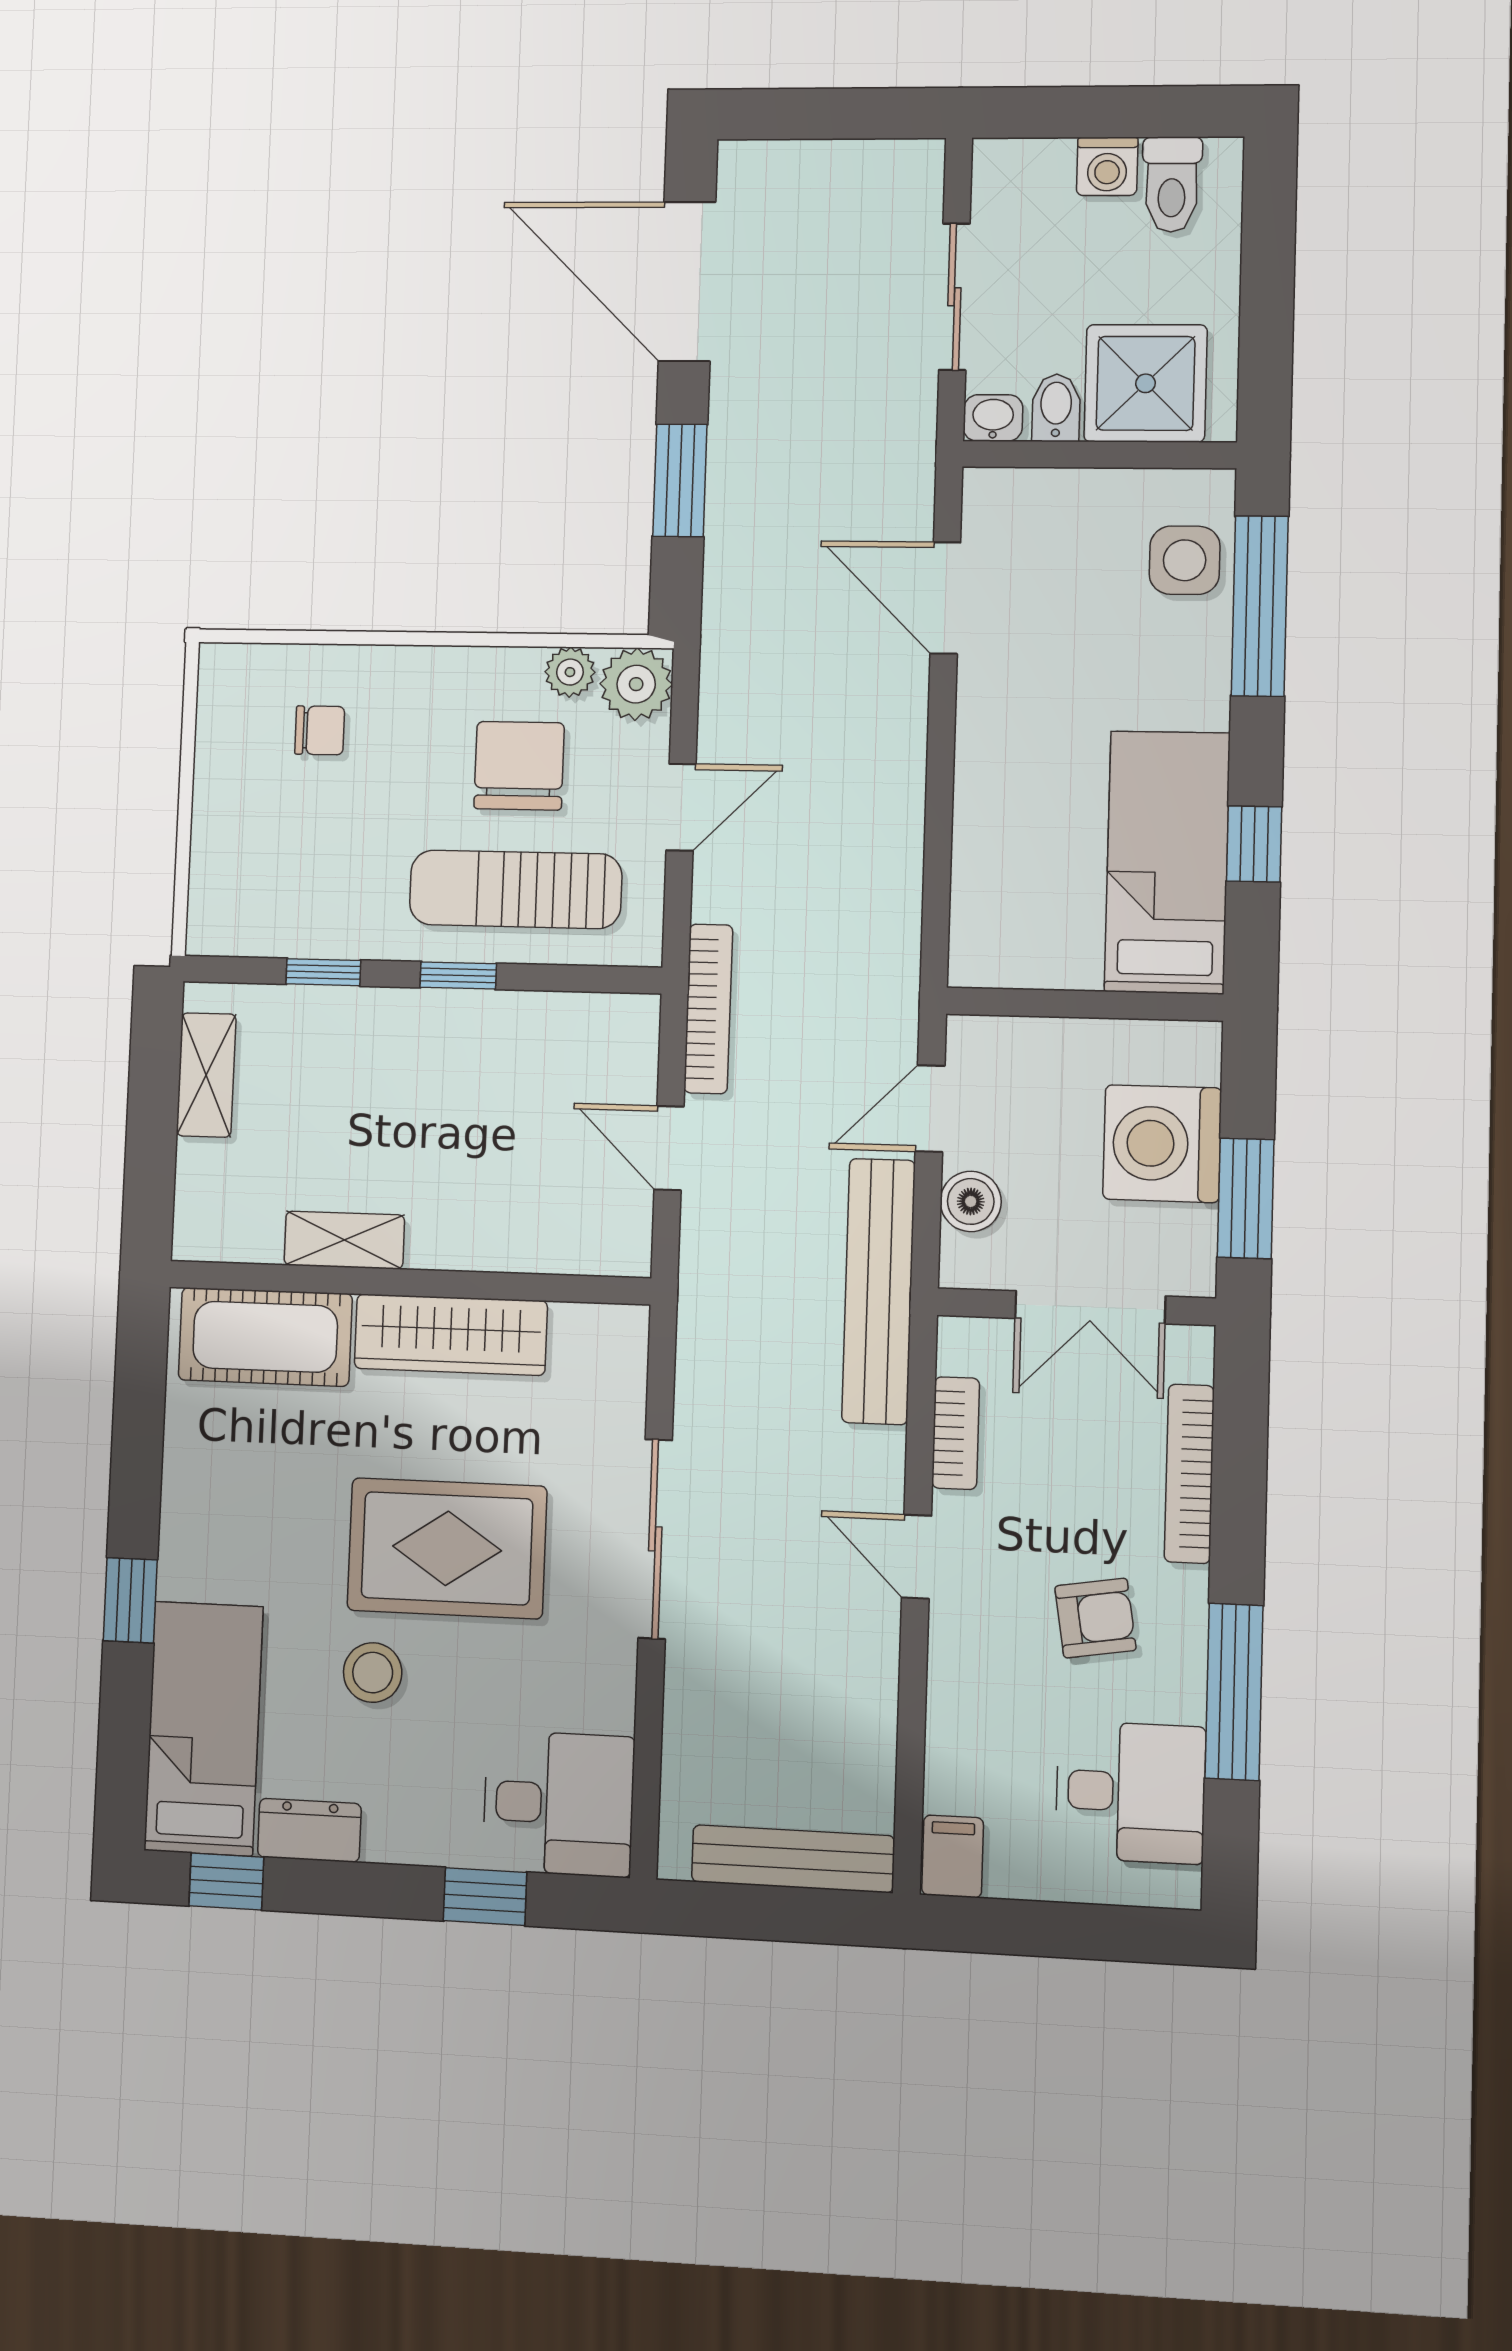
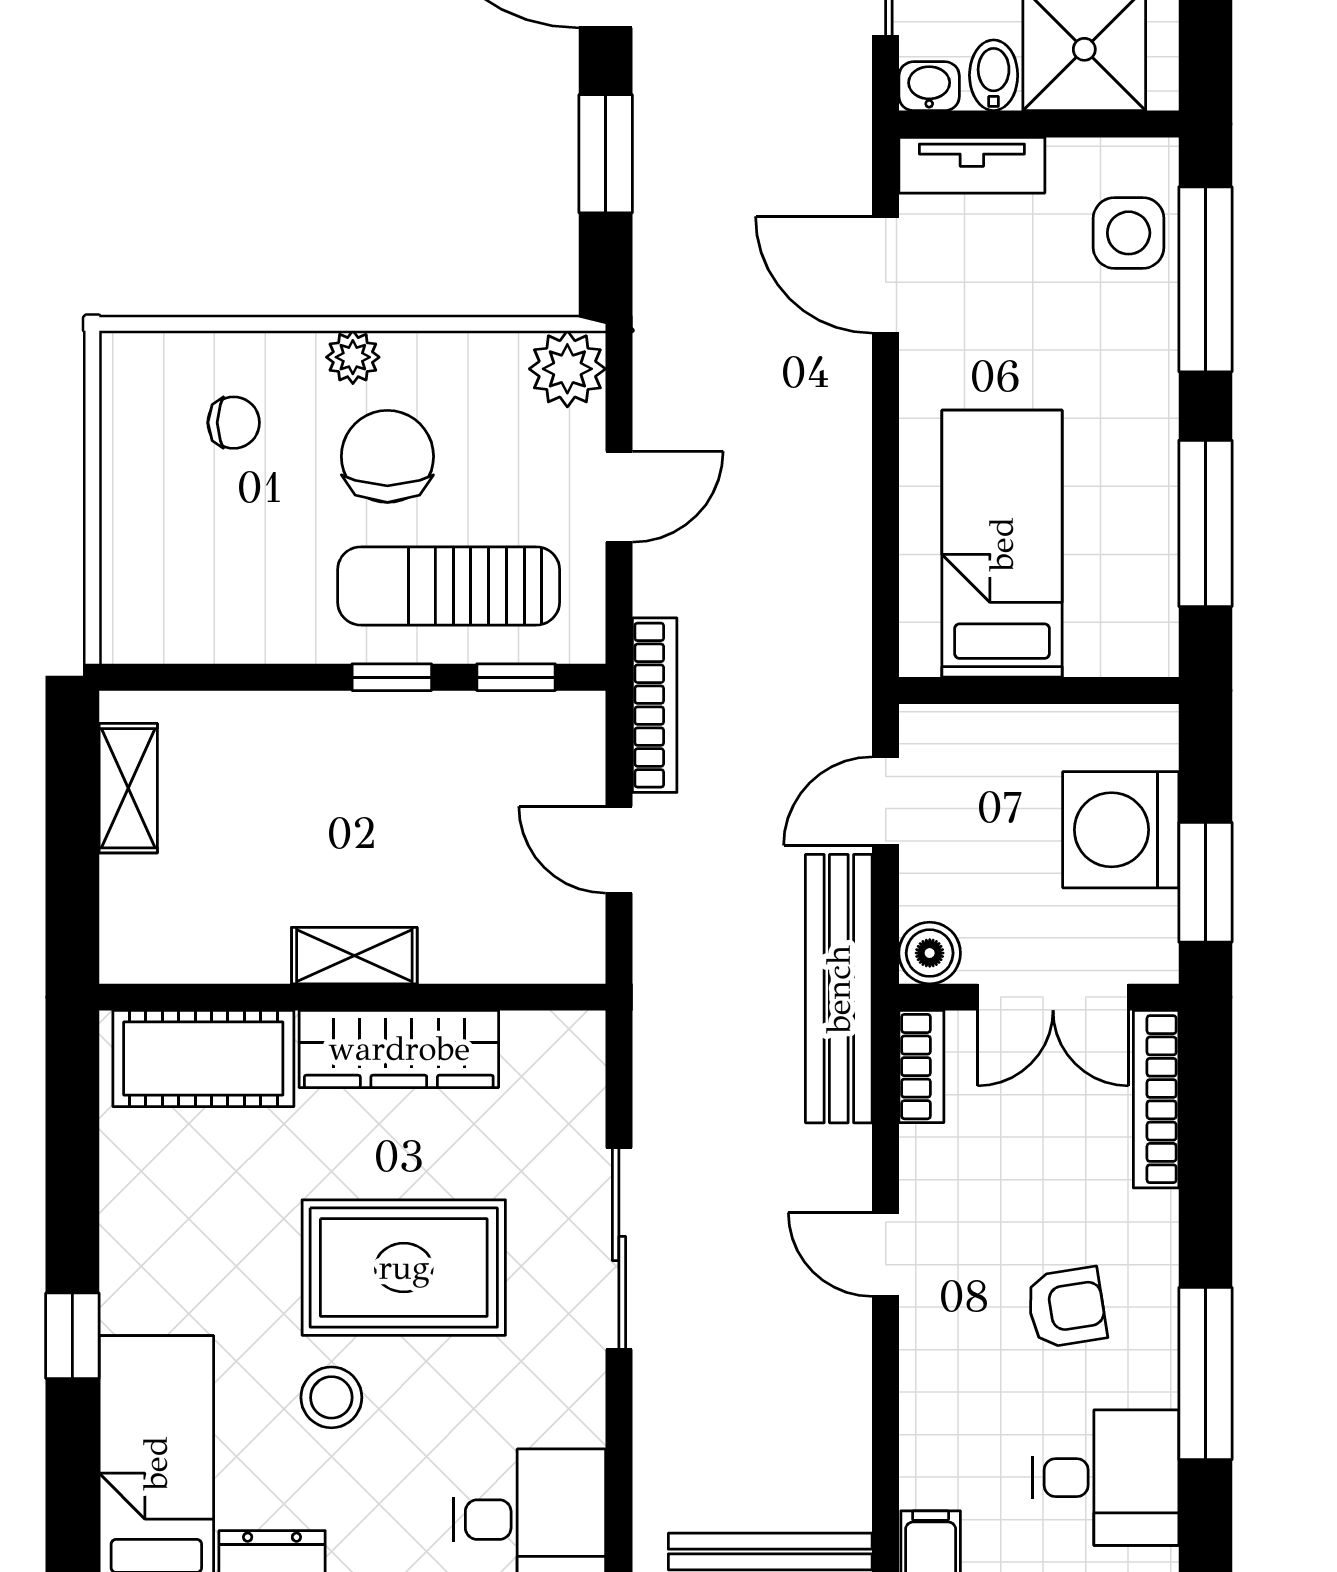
tv unit: (1032, 494) -> (972, 165), added
plant: (570, 672) -> (353, 357), moved
chair: (519, 766) -> (387, 456), moved
window: (1254, 844) -> (1205, 523), width x2.17
bed: (1167, 862) -> (1002, 544), moved
window: (323, 972) -> (516, 677), moved
boiler: (971, 1201) -> (930, 953), moved
shelving: (344, 1240) -> (354, 956), moved
bookcase: (956, 1433) -> (921, 1067), moved
bookcase: (1189, 1474) -> (1156, 1099), moved

